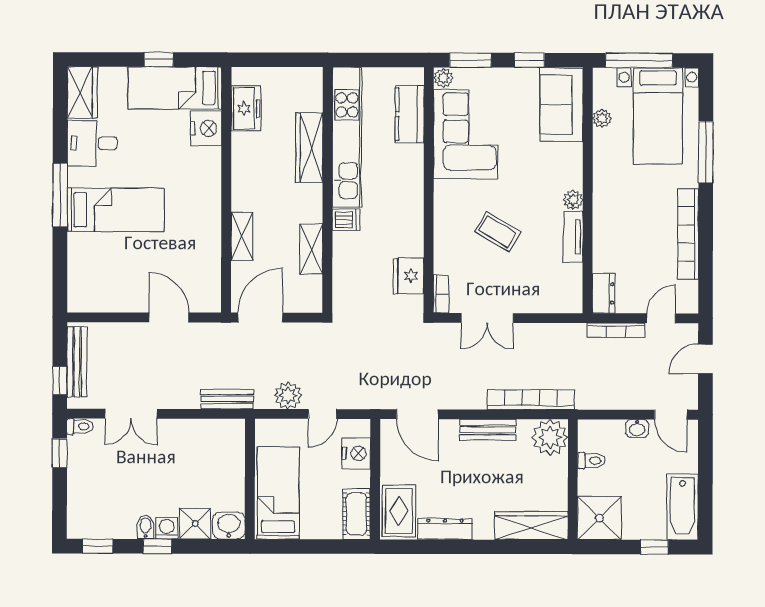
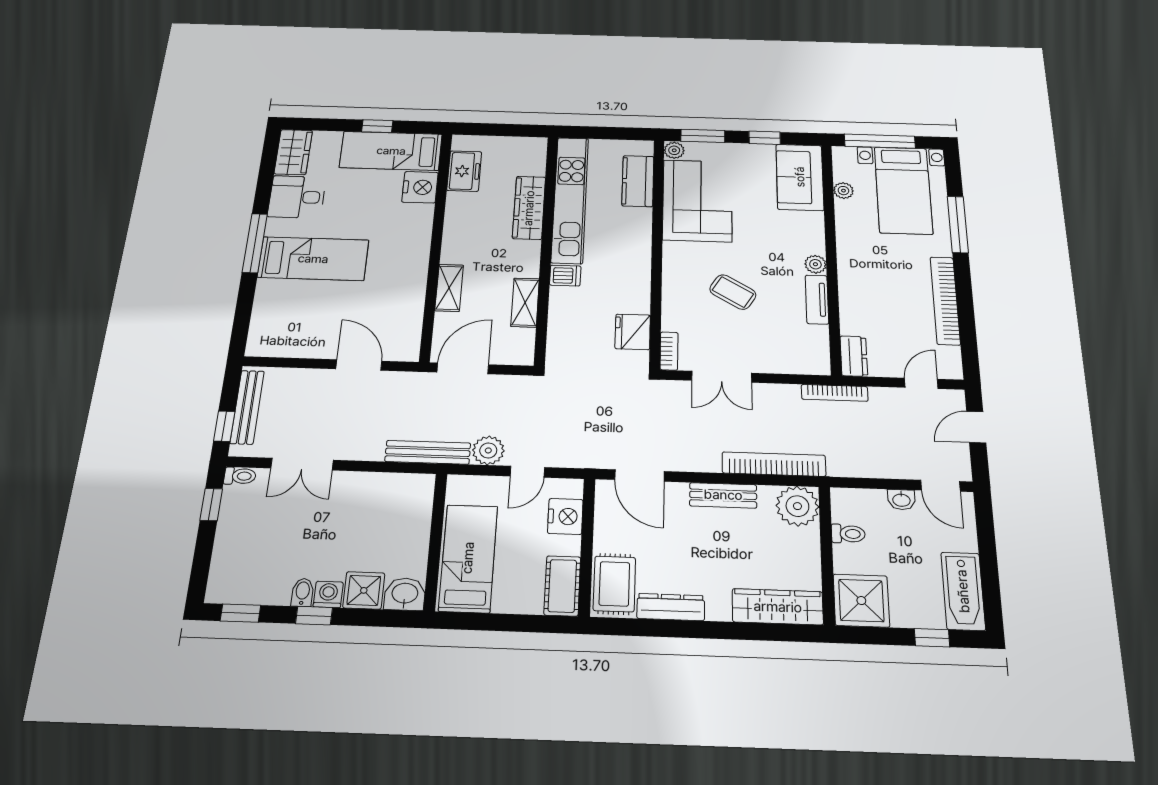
bookcase: (616, 330) -> (835, 393), moved
bench: (227, 399) -> (428, 452), width x1.36

